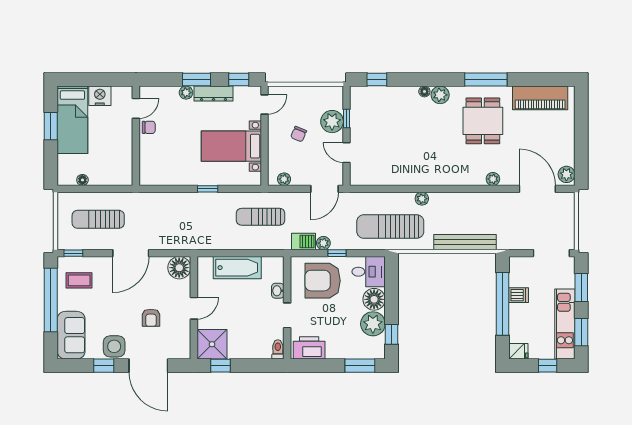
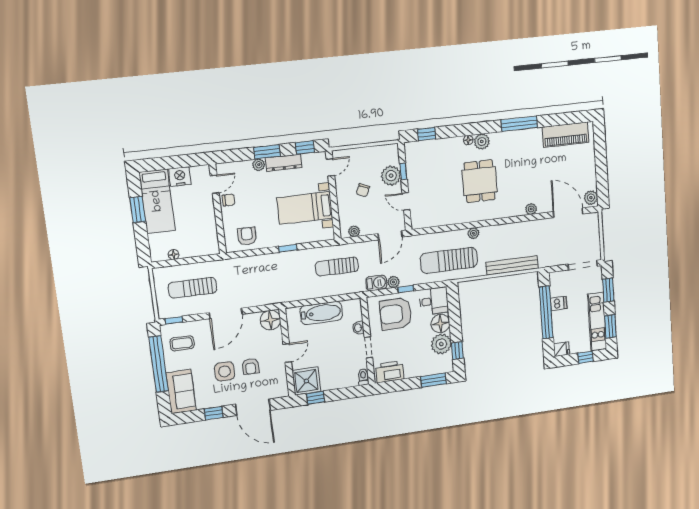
dining table: (483, 121) -> (480, 181), moved
armchair: (164, 170) -> (247, 236), added
side table: (114, 346) -> (225, 371), moved

